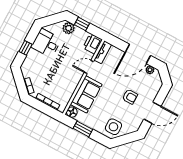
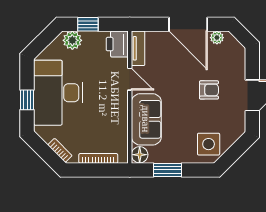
desk: (46, 43) -> (58, 93), width x1.87, depth x1.30
door: (138, 54) -> (188, 24), hinge flipped
door: (89, 67) -> (130, 79), swing flipped

